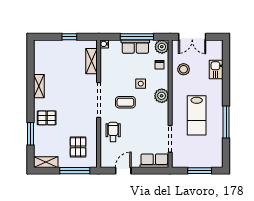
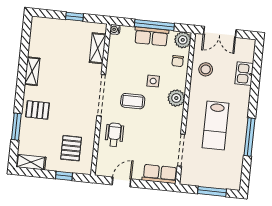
window: (75, 171) -> (64, 176), width x0.46

